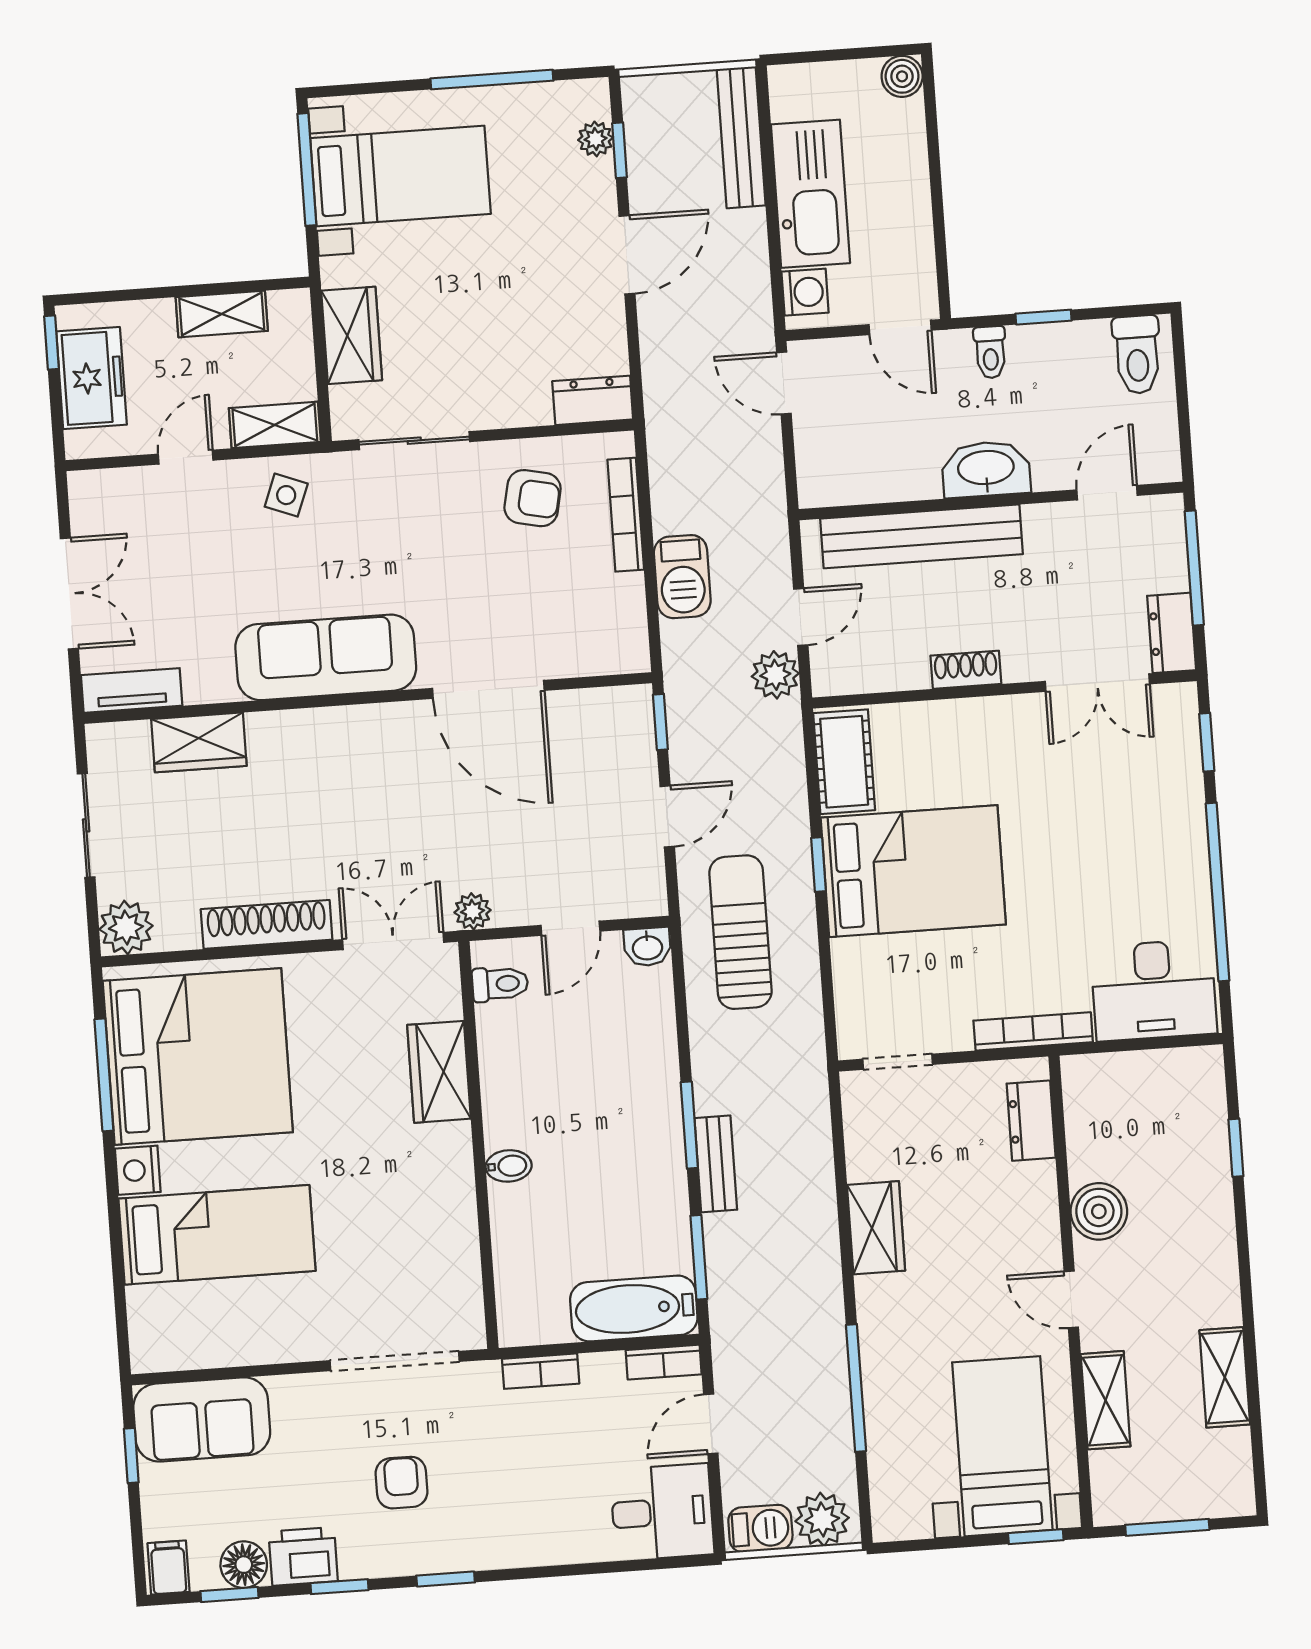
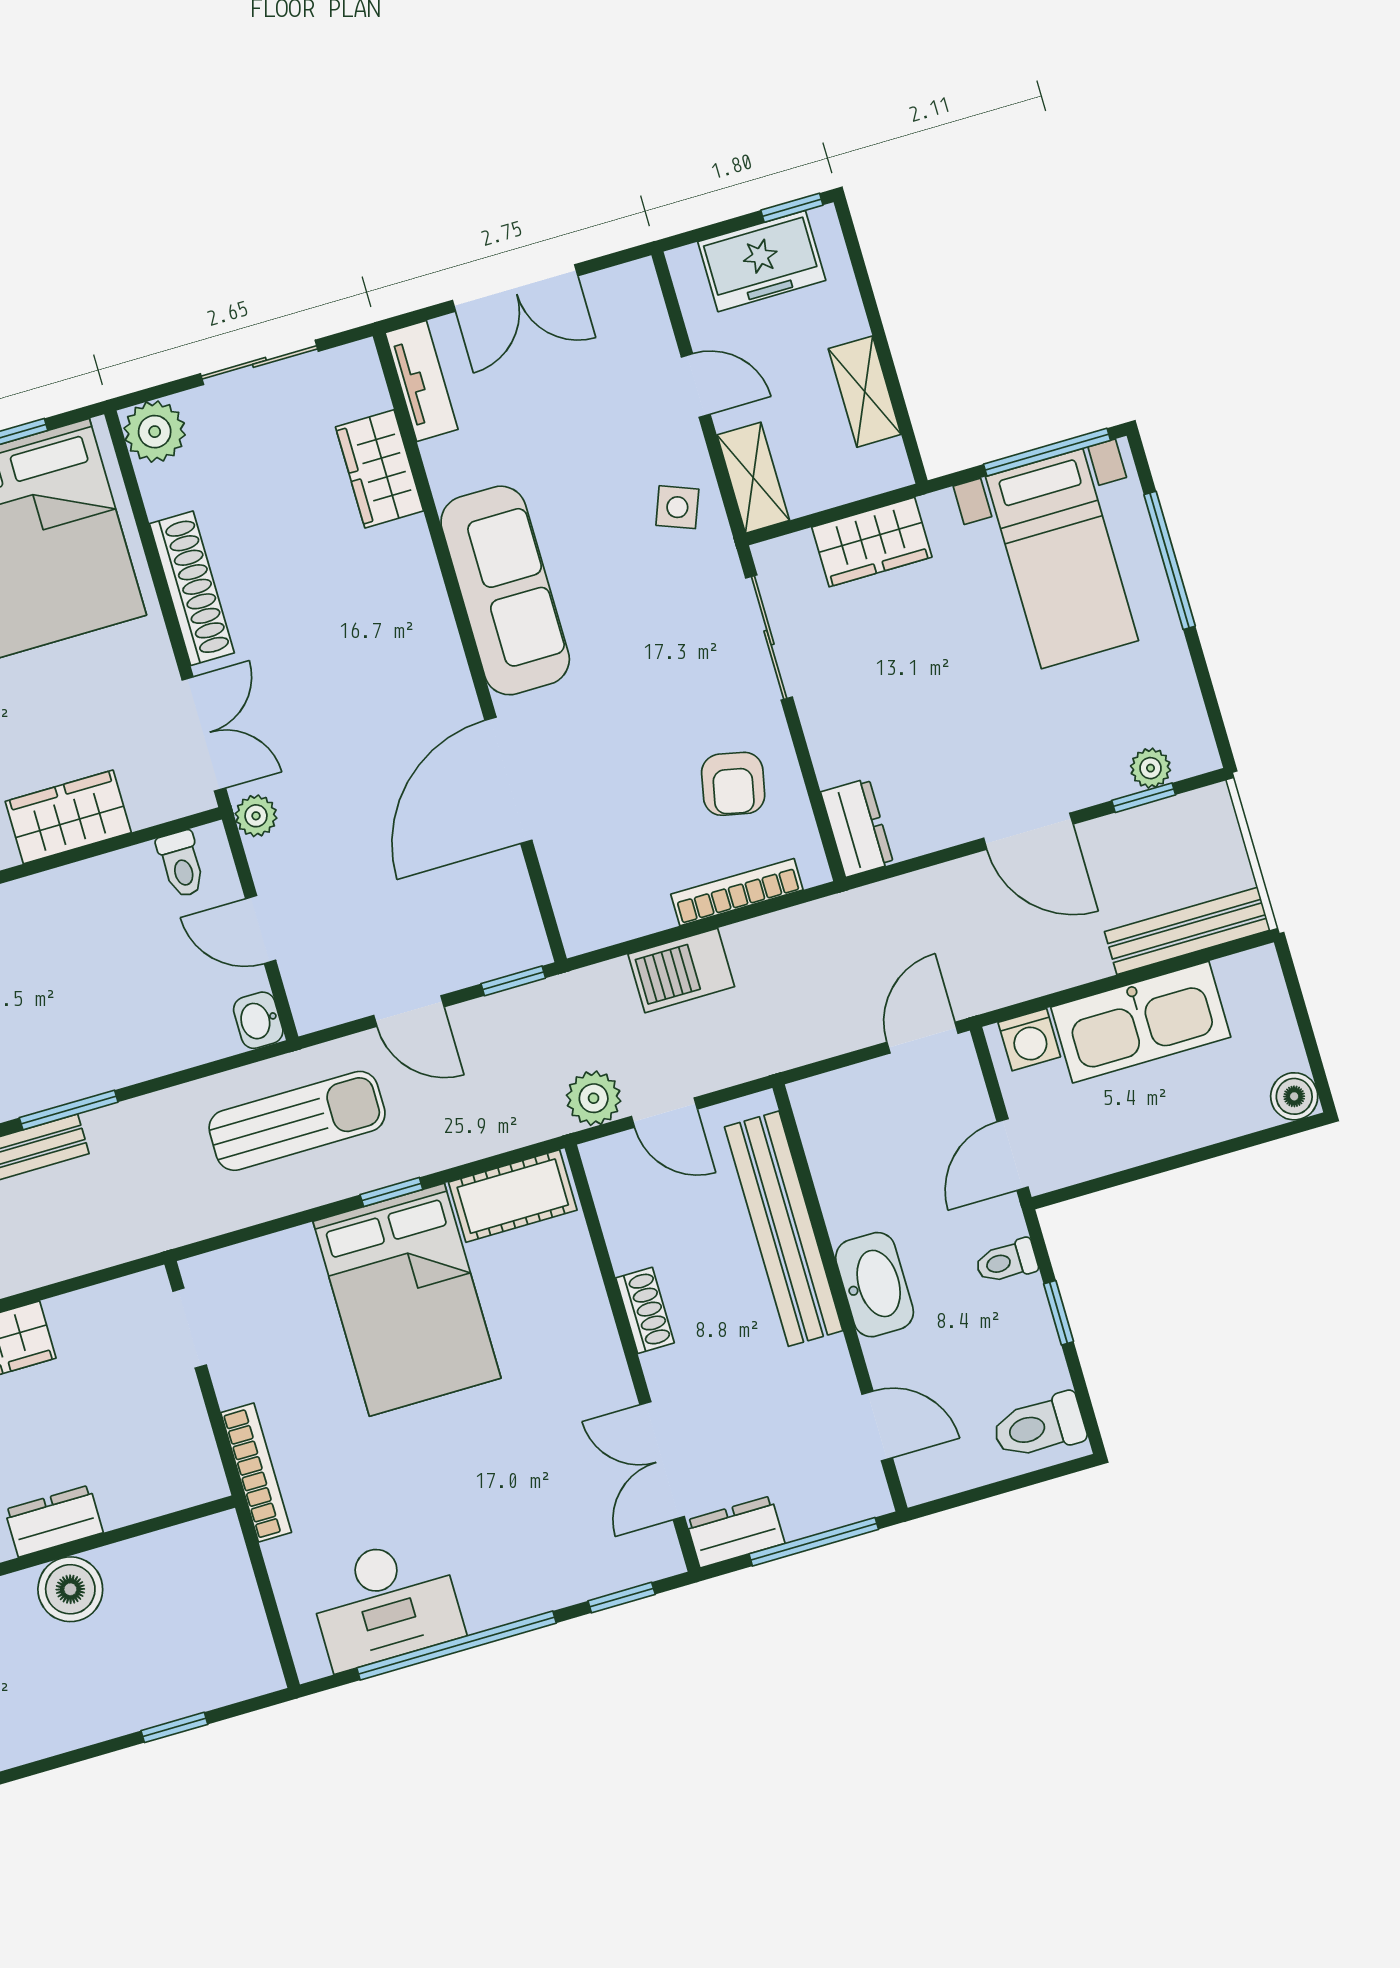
window: (492, 80) -> (1170, 560), moved
desk: (1154, 990) -> (385, 1603), moved, turned -90
dresser: (1031, 1121) -> (54, 1521), moved

